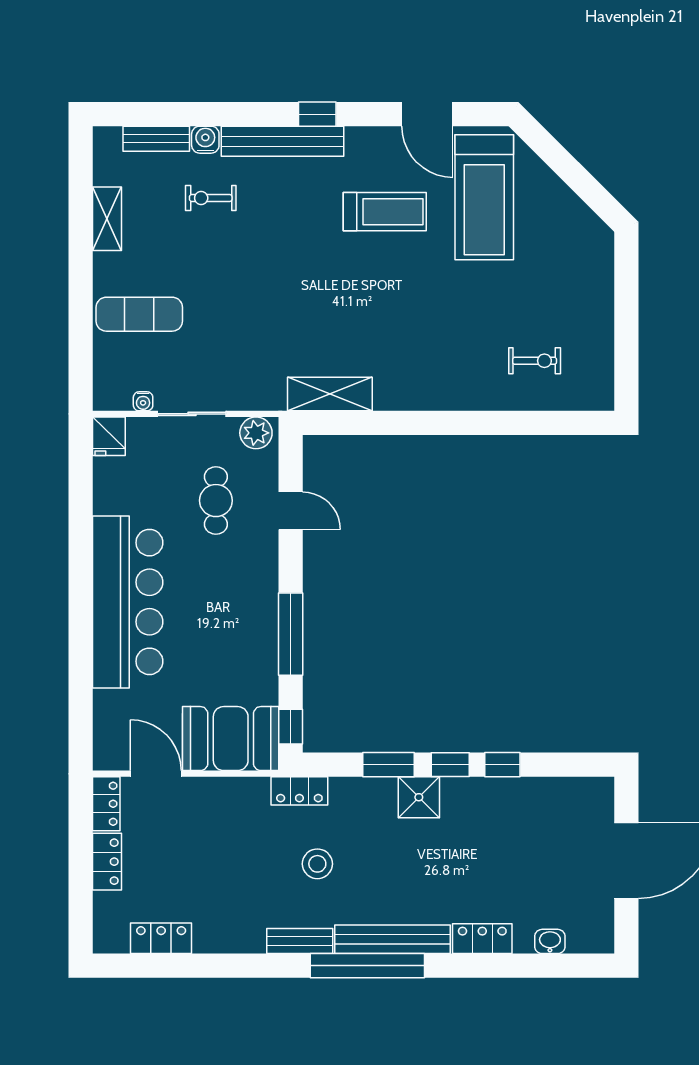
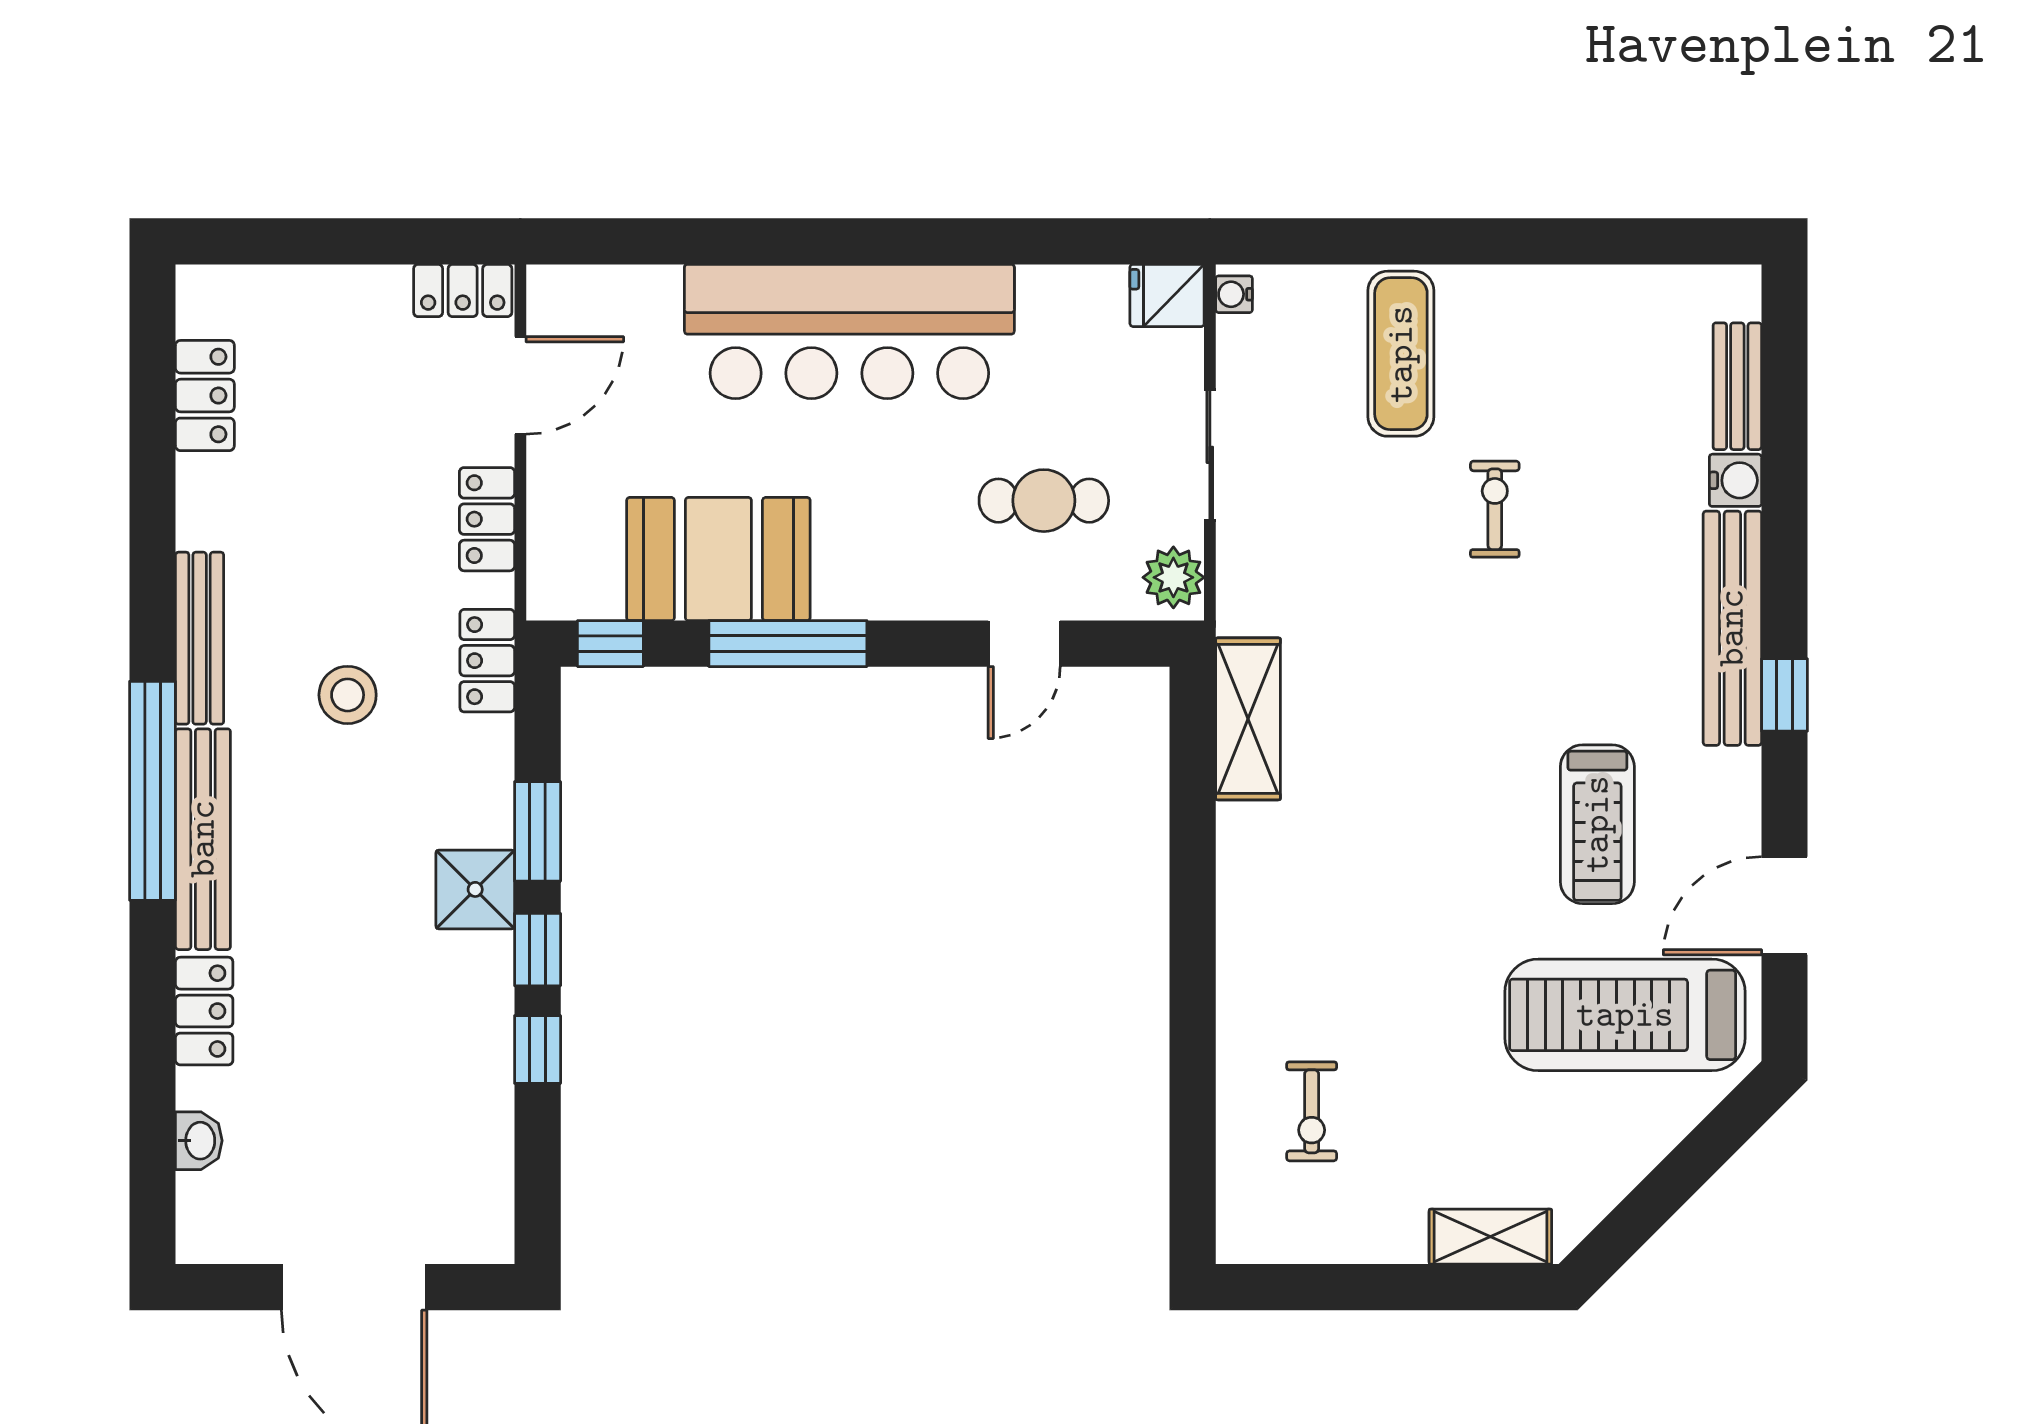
exercise bike: (211, 198) -> (1495, 509), moved
shelving: (107, 219) -> (1490, 1237), moved
water cooler: (143, 401) -> (1234, 294), moved
booth: (231, 739) -> (718, 559), moved, turned 90
locker: (107, 862) -> (487, 519), moved, turned 90
bench: (300, 941) -> (200, 638), width x1.36

